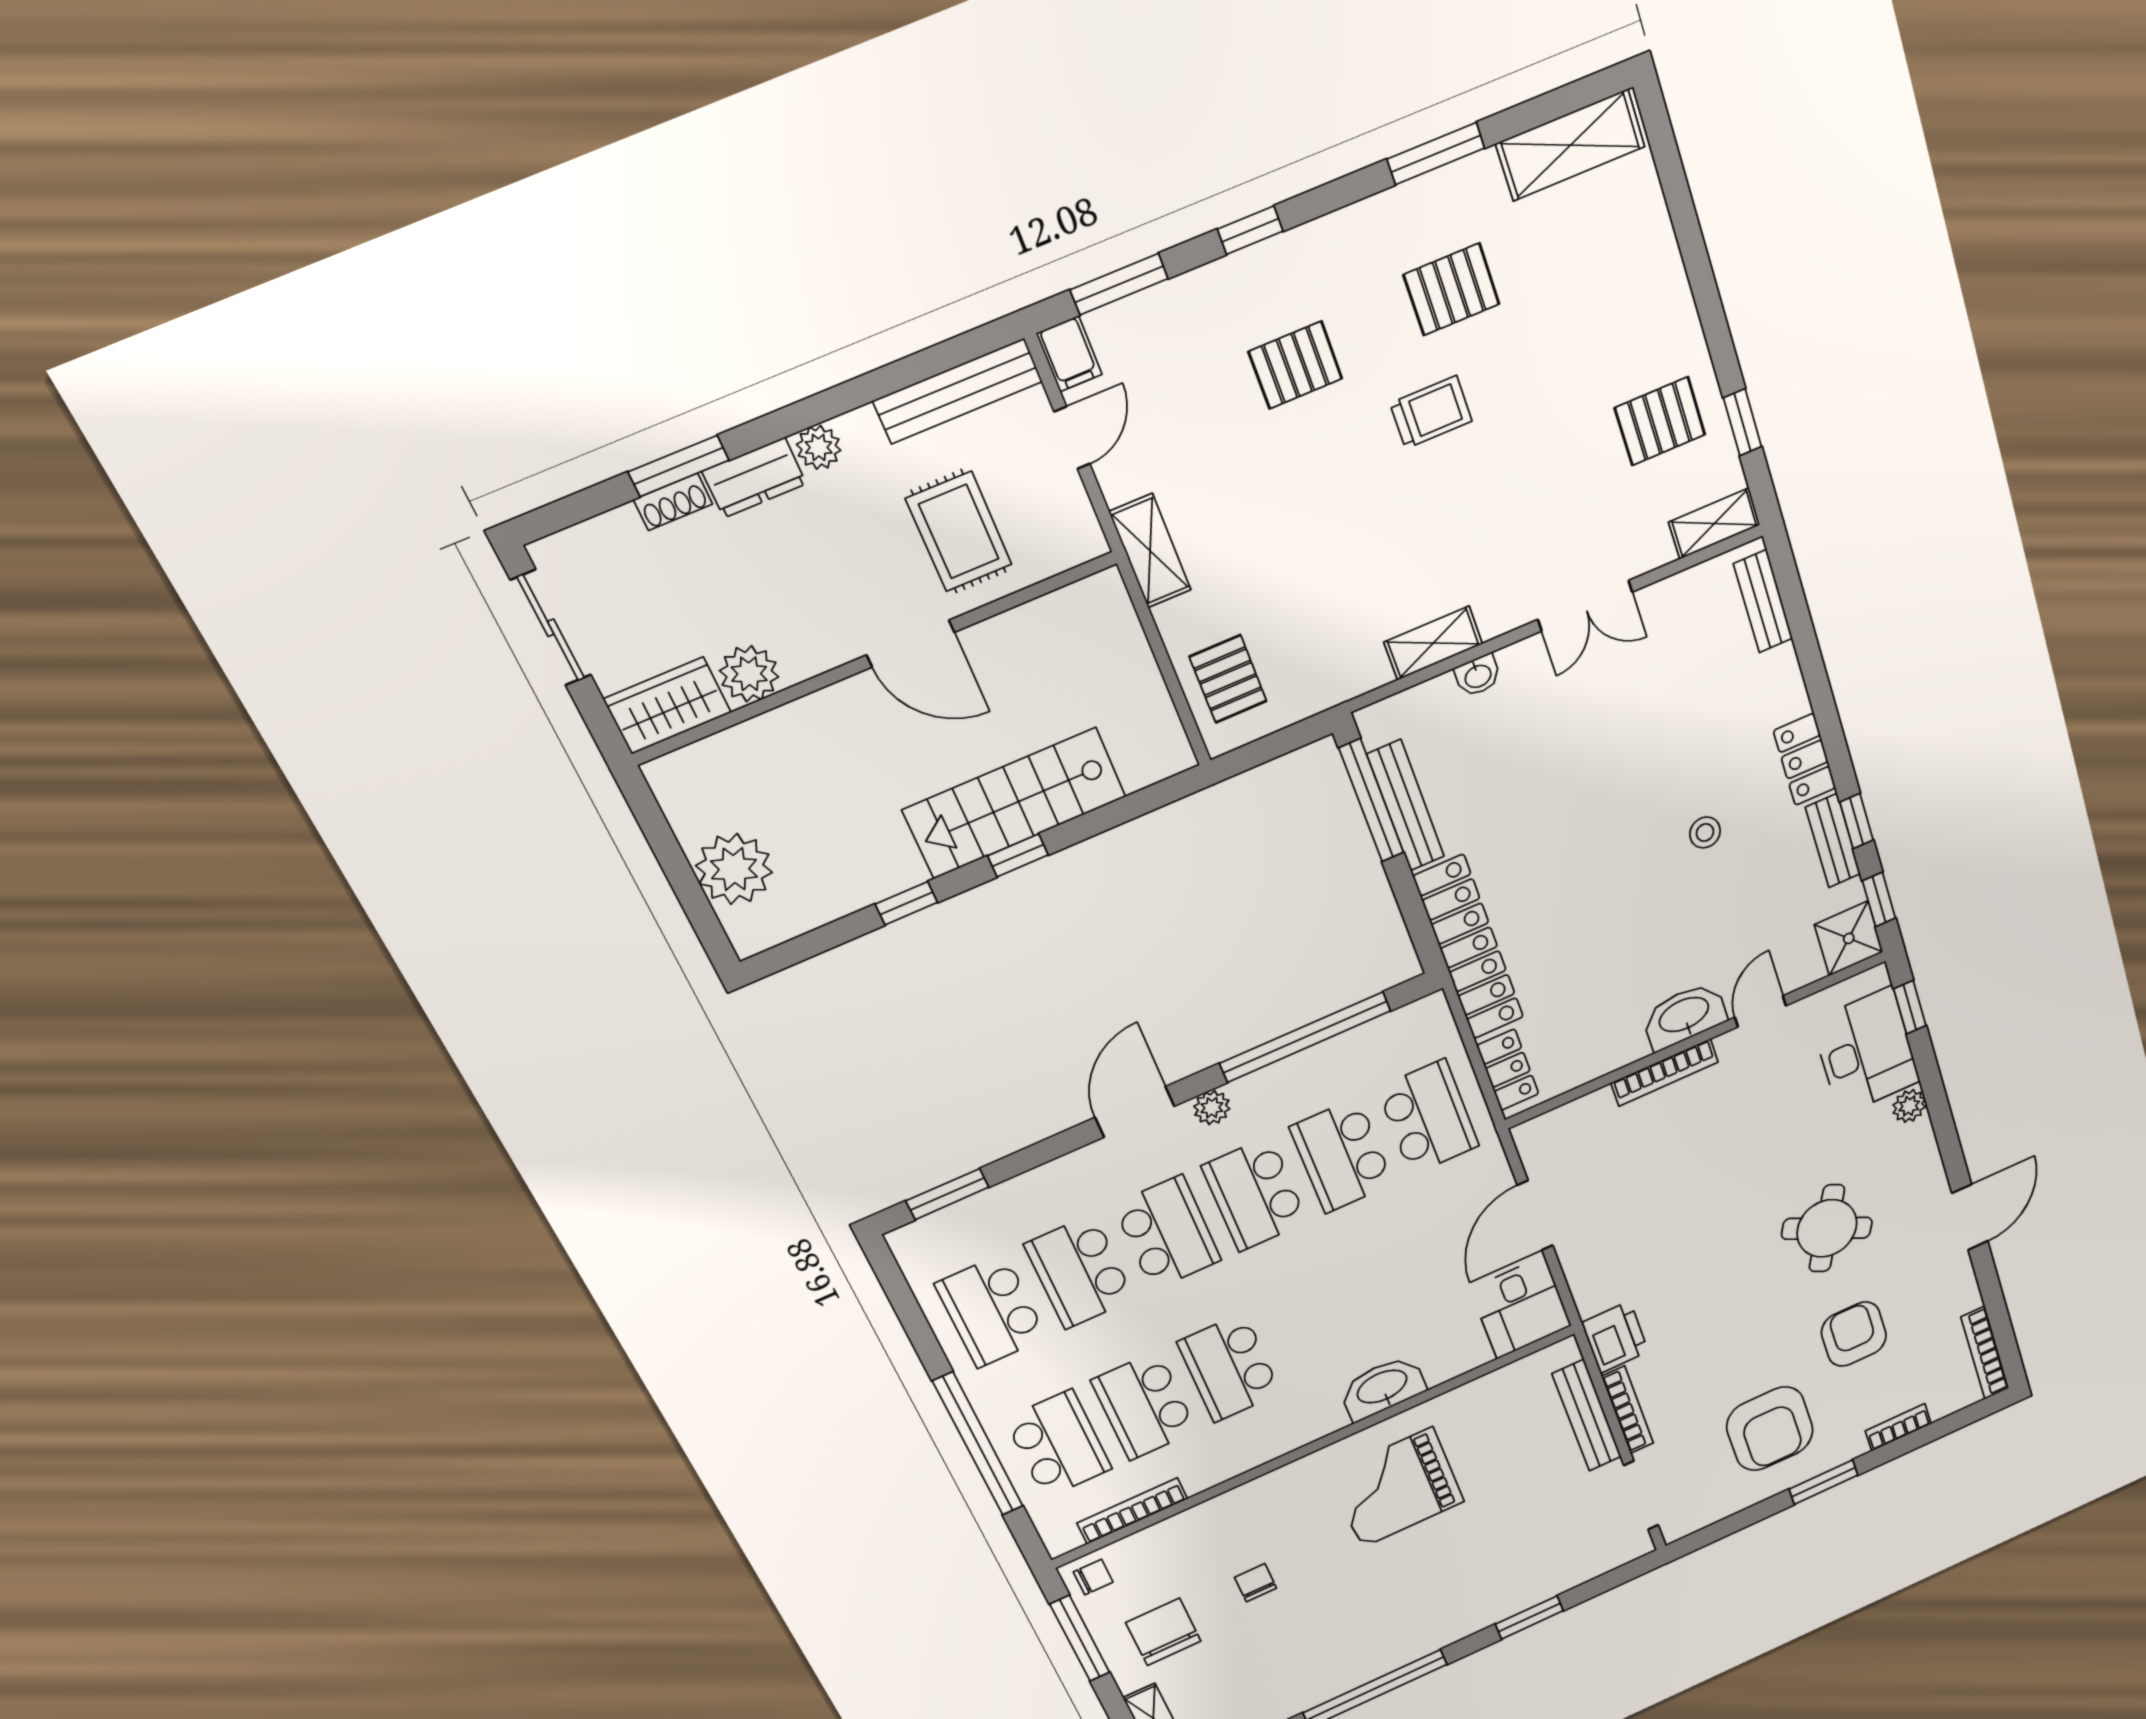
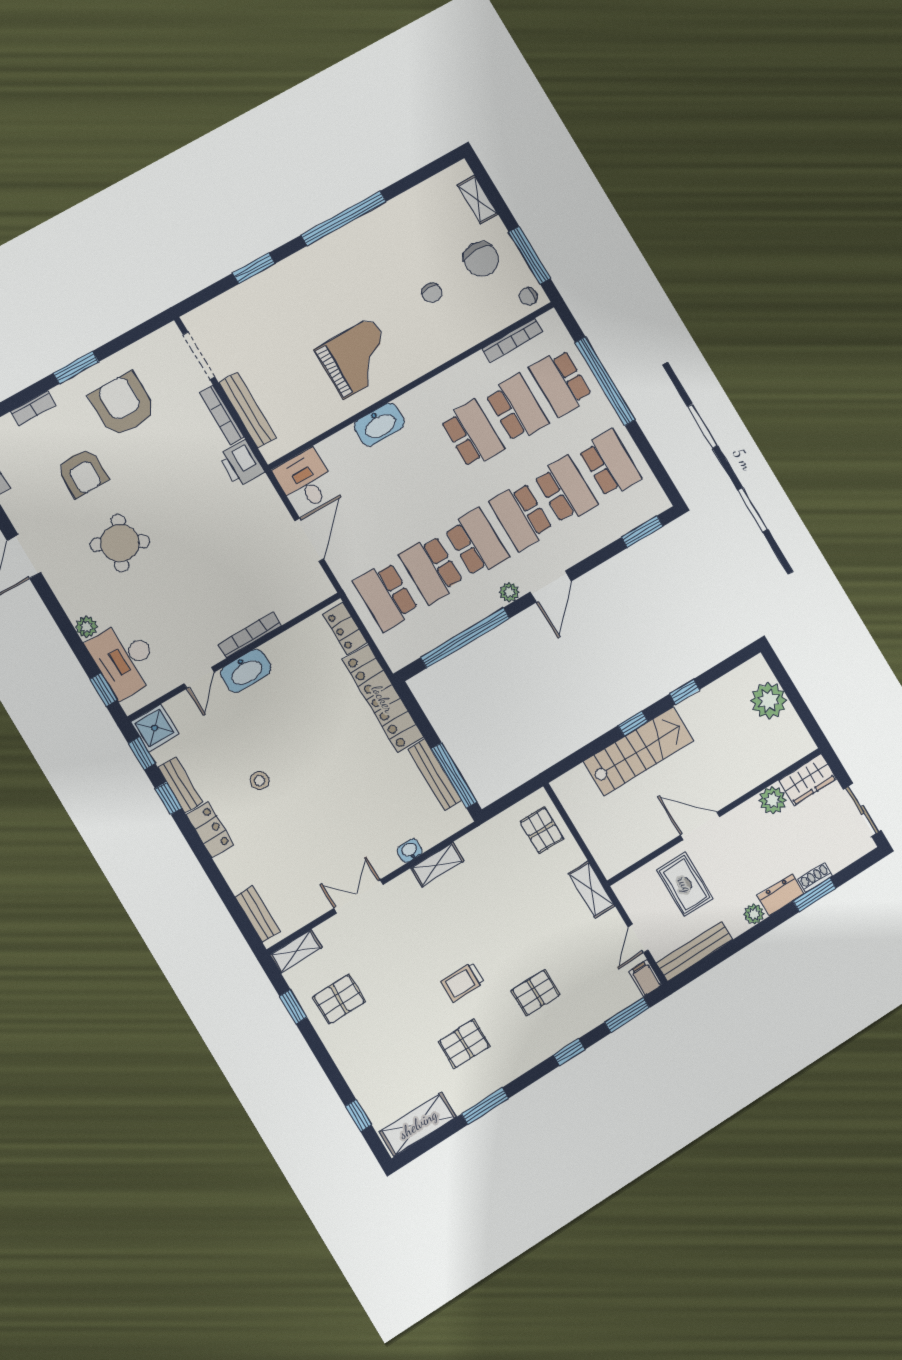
window: (1675, 188) -> (358, 1116), added
school desk: (1342, 1156) -> (431, 569), turned 180

